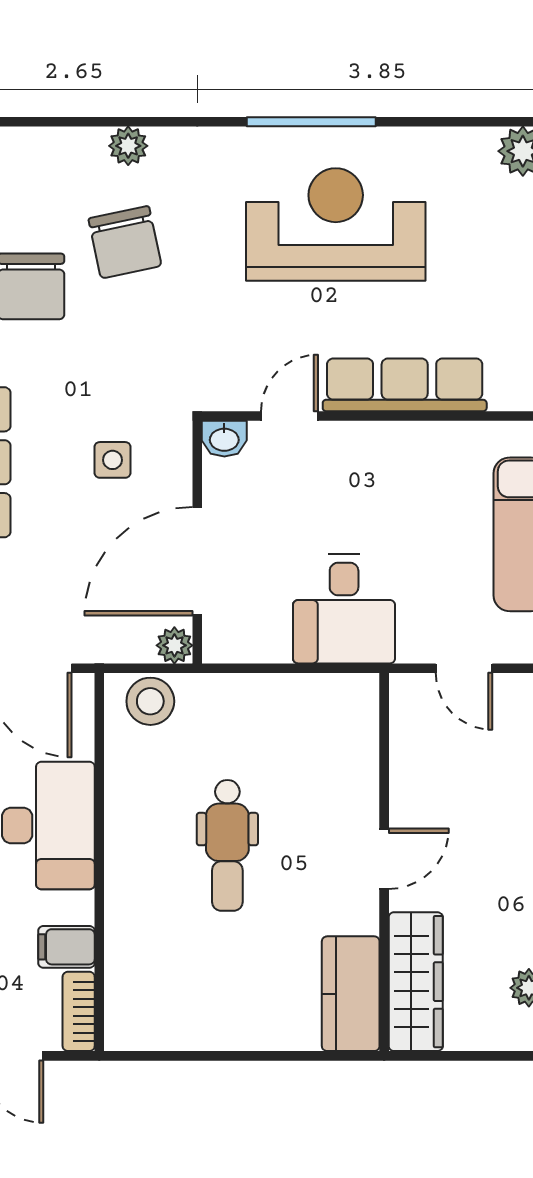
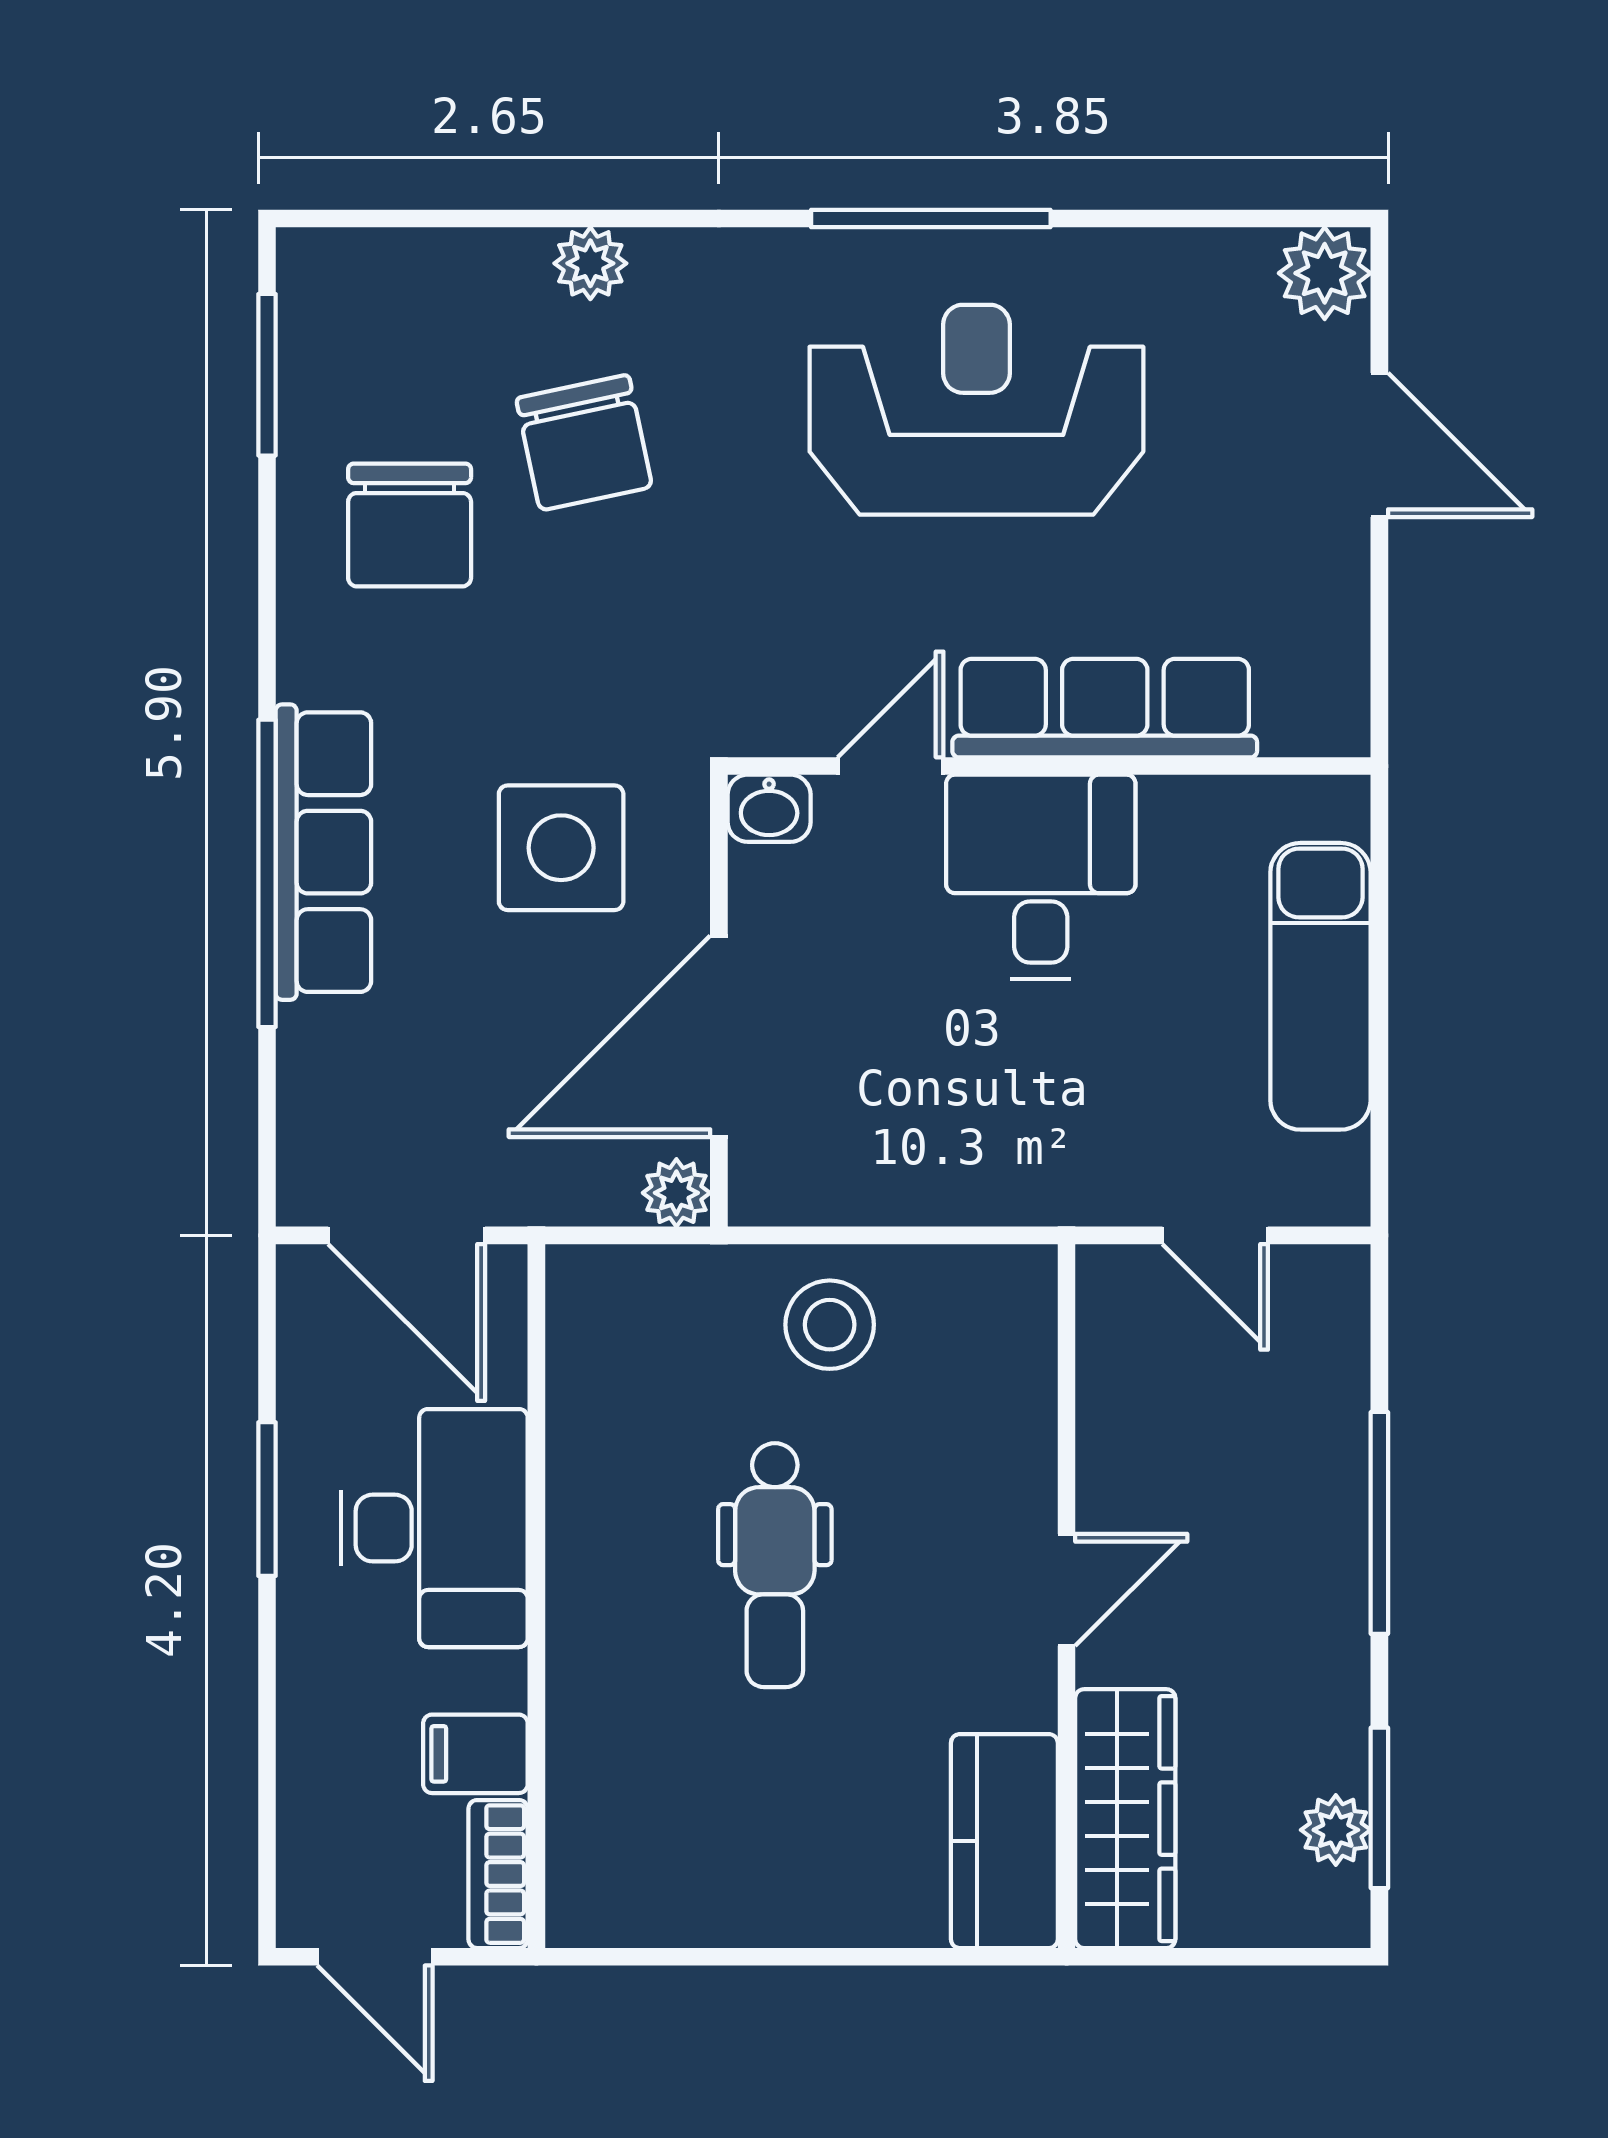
side table: (113, 460) -> (561, 848), width x1.87, depth x1.87
desk: (344, 609) -> (1041, 877), moved, turned 180
stool: (150, 701) -> (830, 1325), moved

